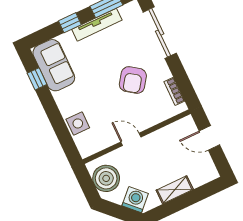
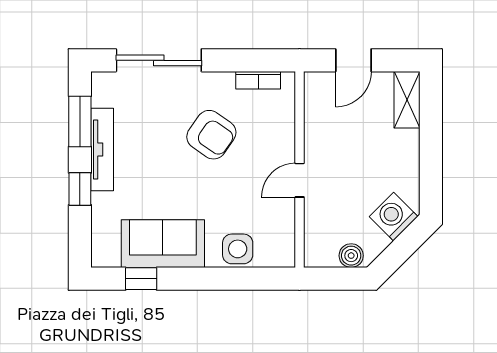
sofa: (54, 65) -> (163, 244), moved
boiler: (106, 178) -> (351, 256), width x0.54, depth x0.54
shelving: (175, 190) -> (407, 100), moved

